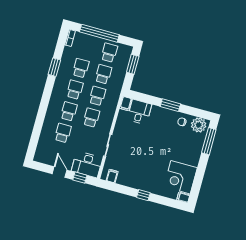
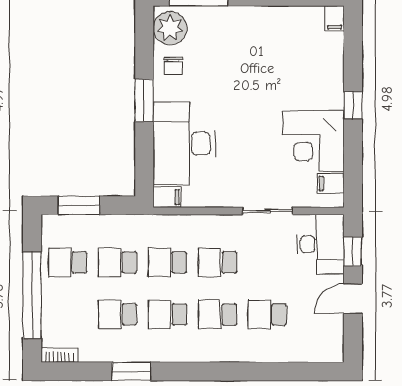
desk: (139, 112) -> (184, 143), width x1.87, depth x1.30
corner desk: (181, 177) -> (313, 141), moved, turned 90

